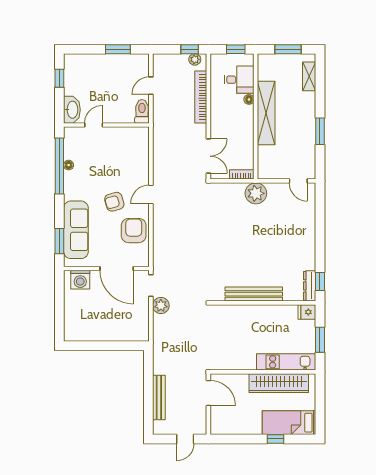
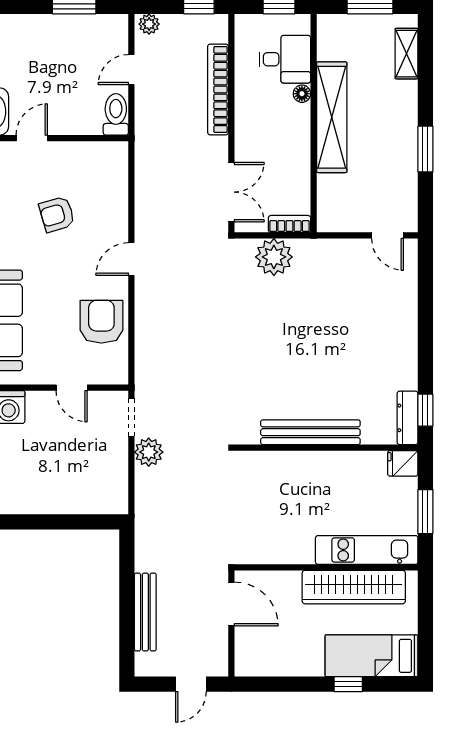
plant: (195, 59) -> (149, 24), moved
plant: (256, 193) -> (274, 257), moved
armchair: (114, 202) -> (57, 214), moved
door: (117, 269) -> (72, 388), width x0.53

